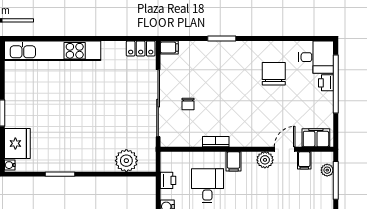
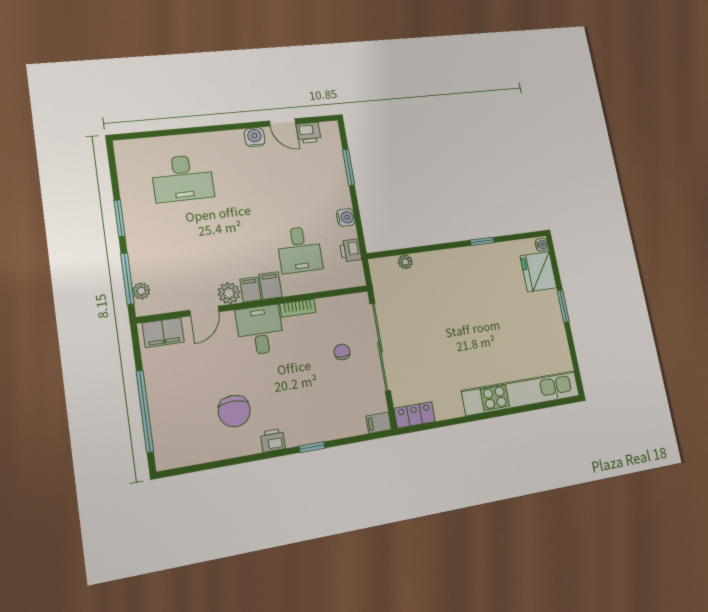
window: (222, 39) -> (312, 447), width x0.67
desk: (316, 57) -> (260, 330), moved, turned 90
printer: (326, 83) -> (273, 440), moved, turned -90
filing cabinet: (304, 160) -> (251, 290), moved
plant: (126, 161) -> (405, 262), width x0.53, depth x0.53
window: (60, 174) -> (482, 241), width x0.67

